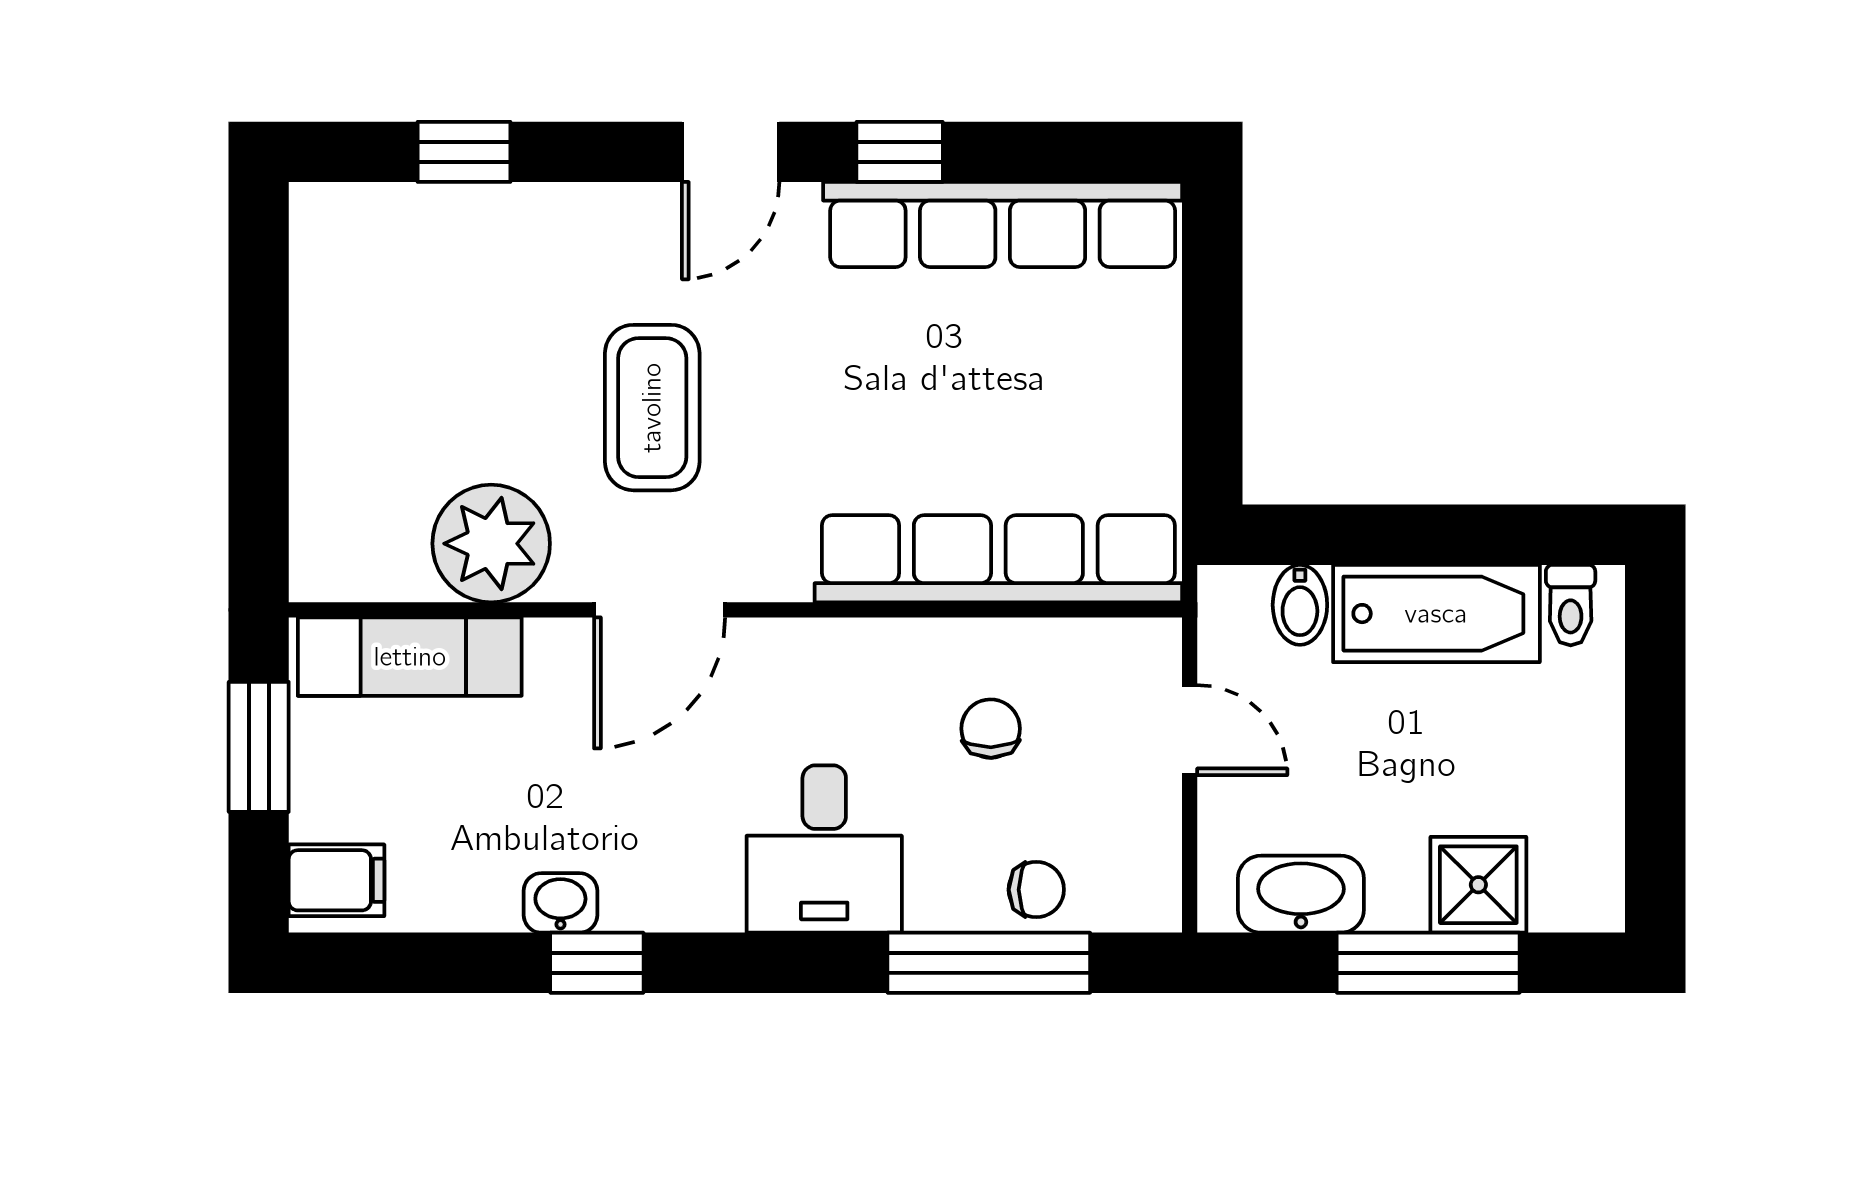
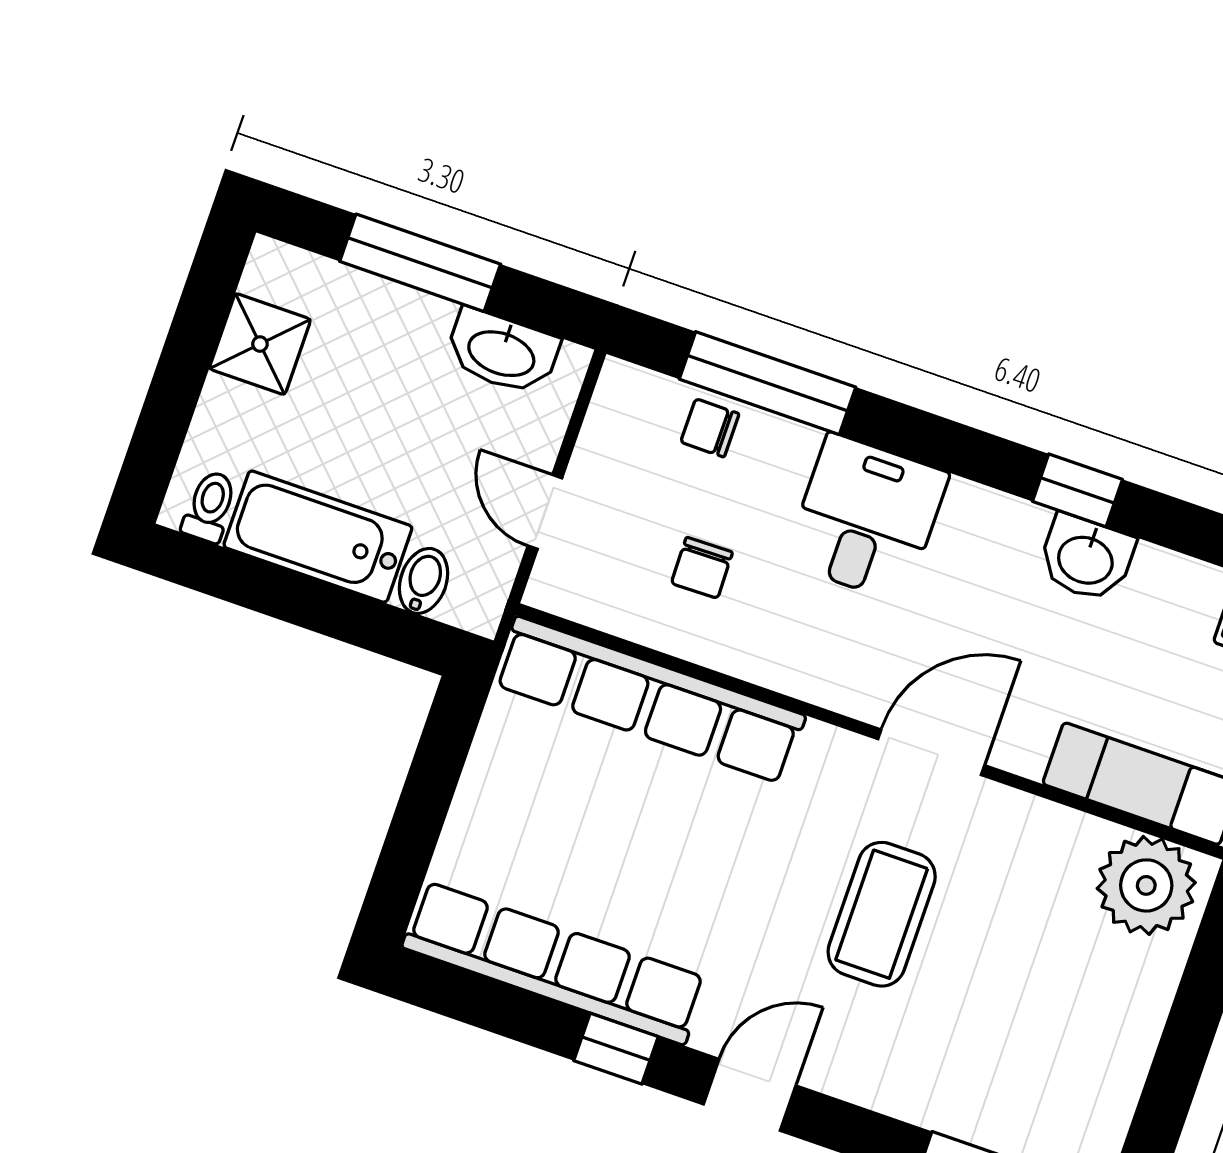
plant: (491, 544) -> (1146, 885), moved
shower: (1478, 885) -> (260, 344), moved
washbasin: (560, 903) -> (1086, 558), width x1.38, depth x1.45

